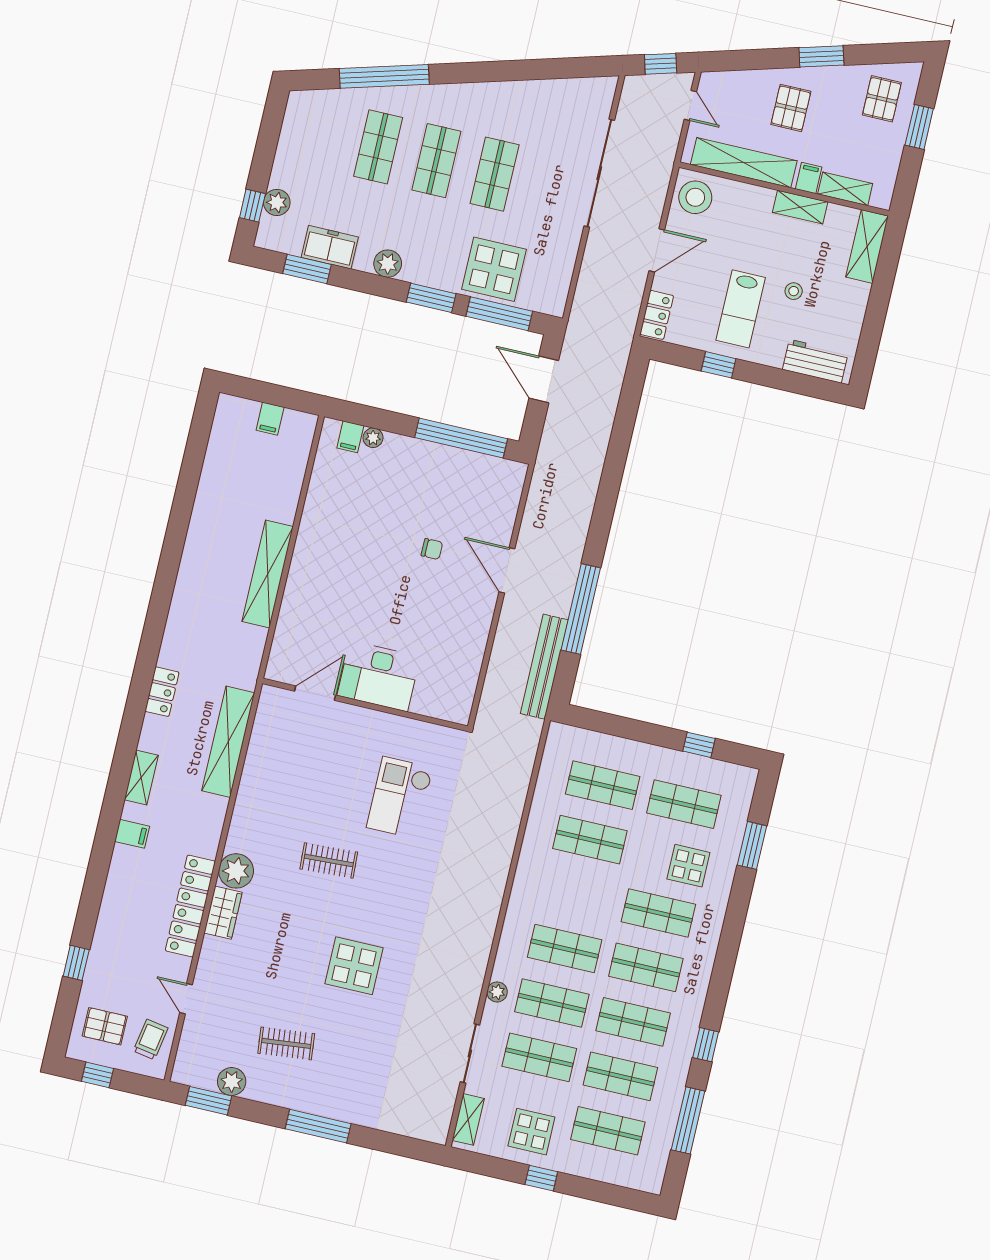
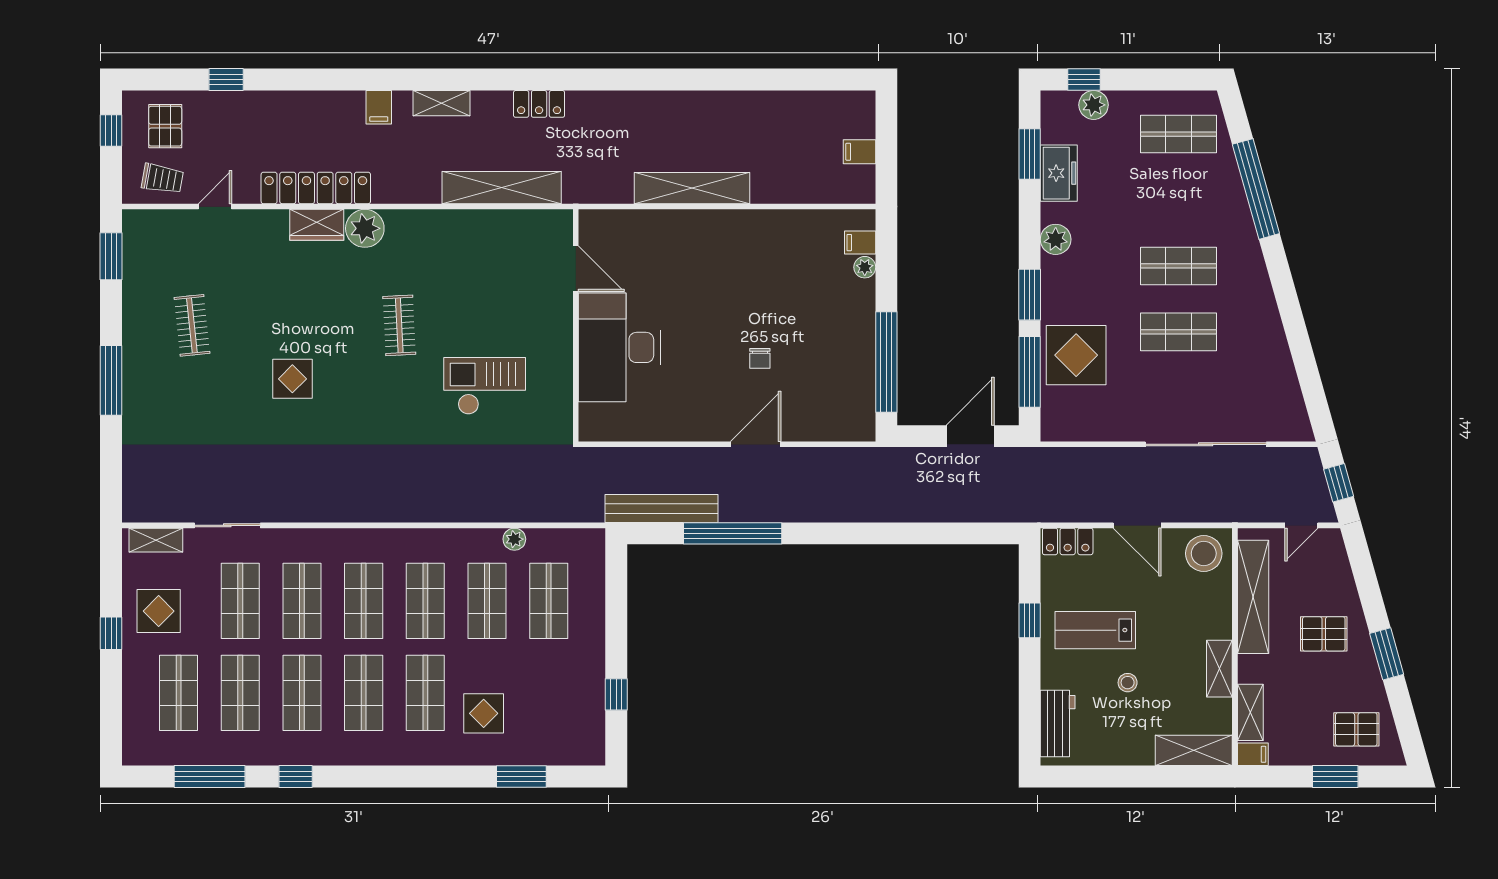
shop shelf: (378, 147) -> (1179, 134), moved
filing cabinet: (809, 178) -> (1253, 754), moved
desk: (379, 676) -> (619, 347), width x1.36, depth x1.30
shop shelf: (684, 804) -> (425, 601), moved
display table: (354, 966) -> (292, 379), width x0.73, depth x0.73
plant: (497, 992) -> (514, 539), moved
plant: (232, 1082) -> (137, 276), removed

